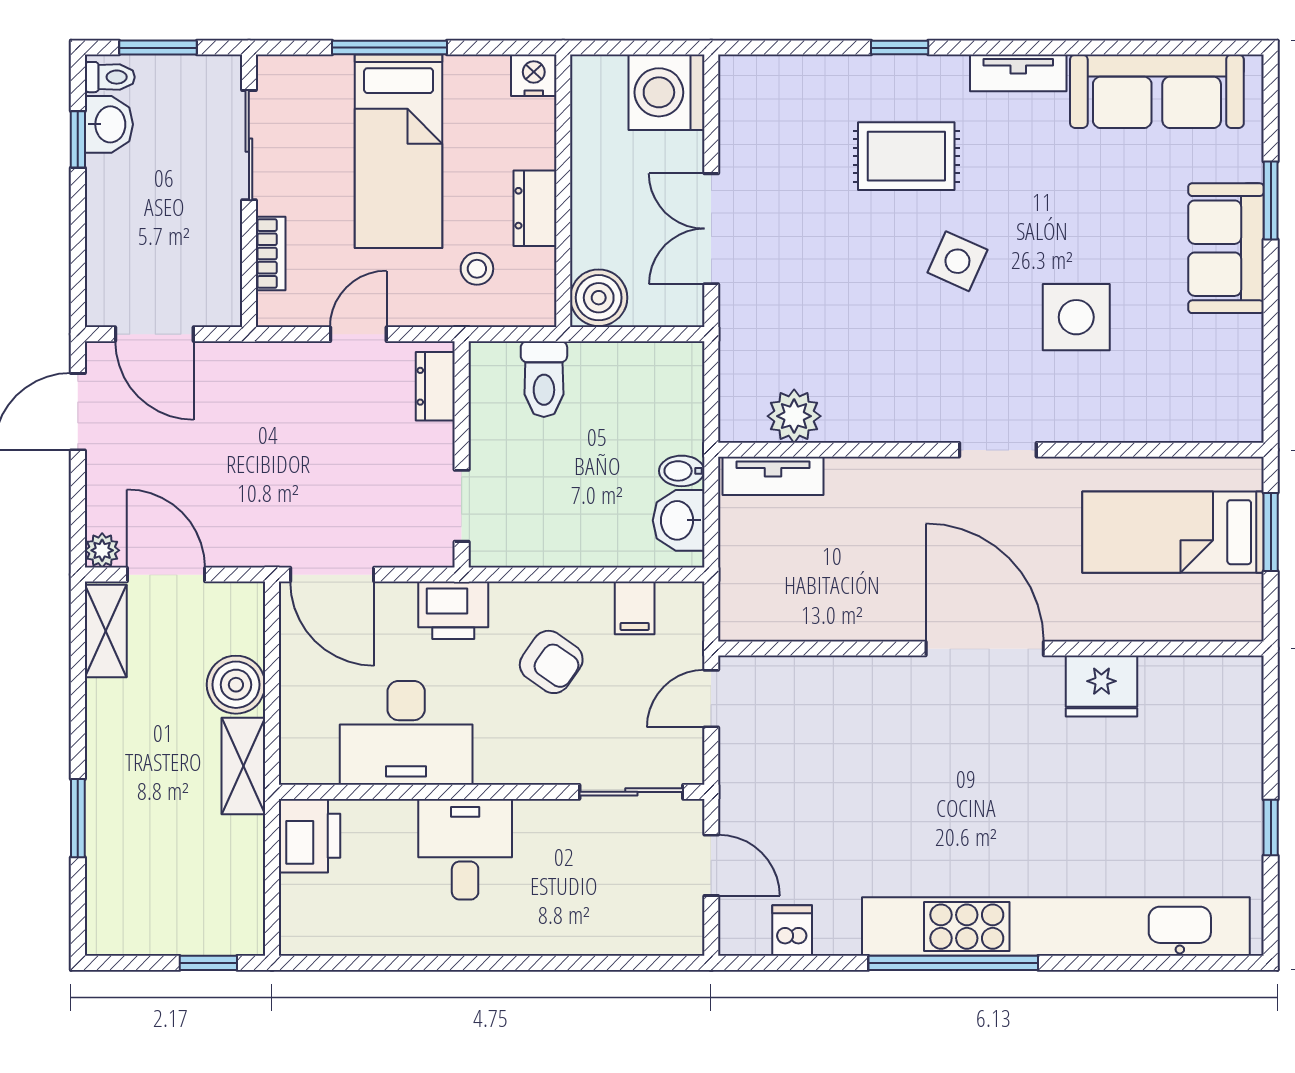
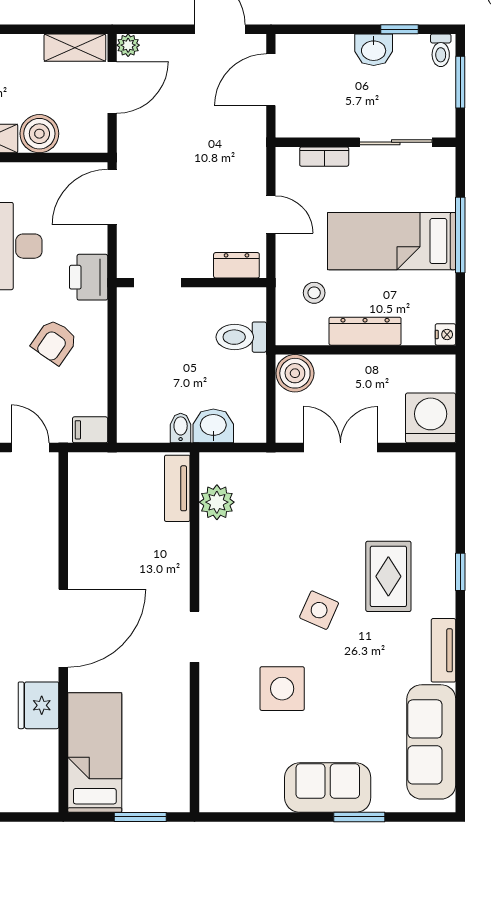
nightstand: (534, 75) -> (445, 334), width x0.72, depth x0.74
washbasin: (109, 124) -> (374, 50), moved
dresser: (535, 208) -> (365, 331), width x1.44
washbasin: (679, 520) -> (213, 426), moved
bed: (1173, 532) -> (95, 753), moved
filing cabinet: (635, 608) -> (90, 430), moved

